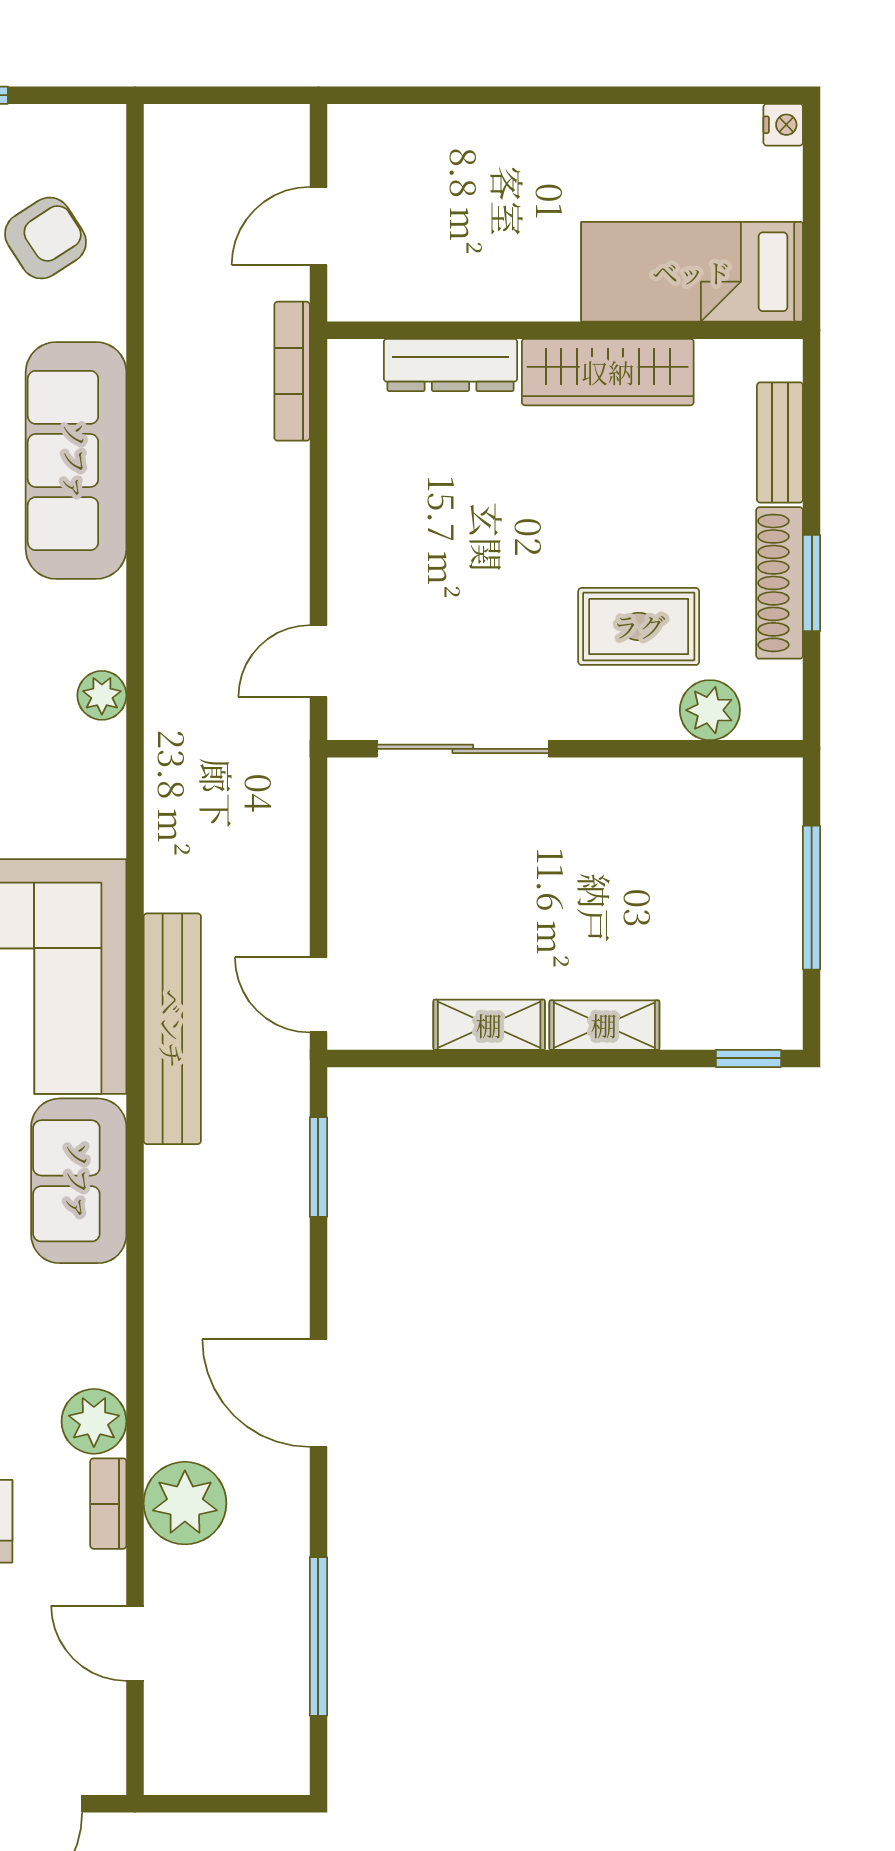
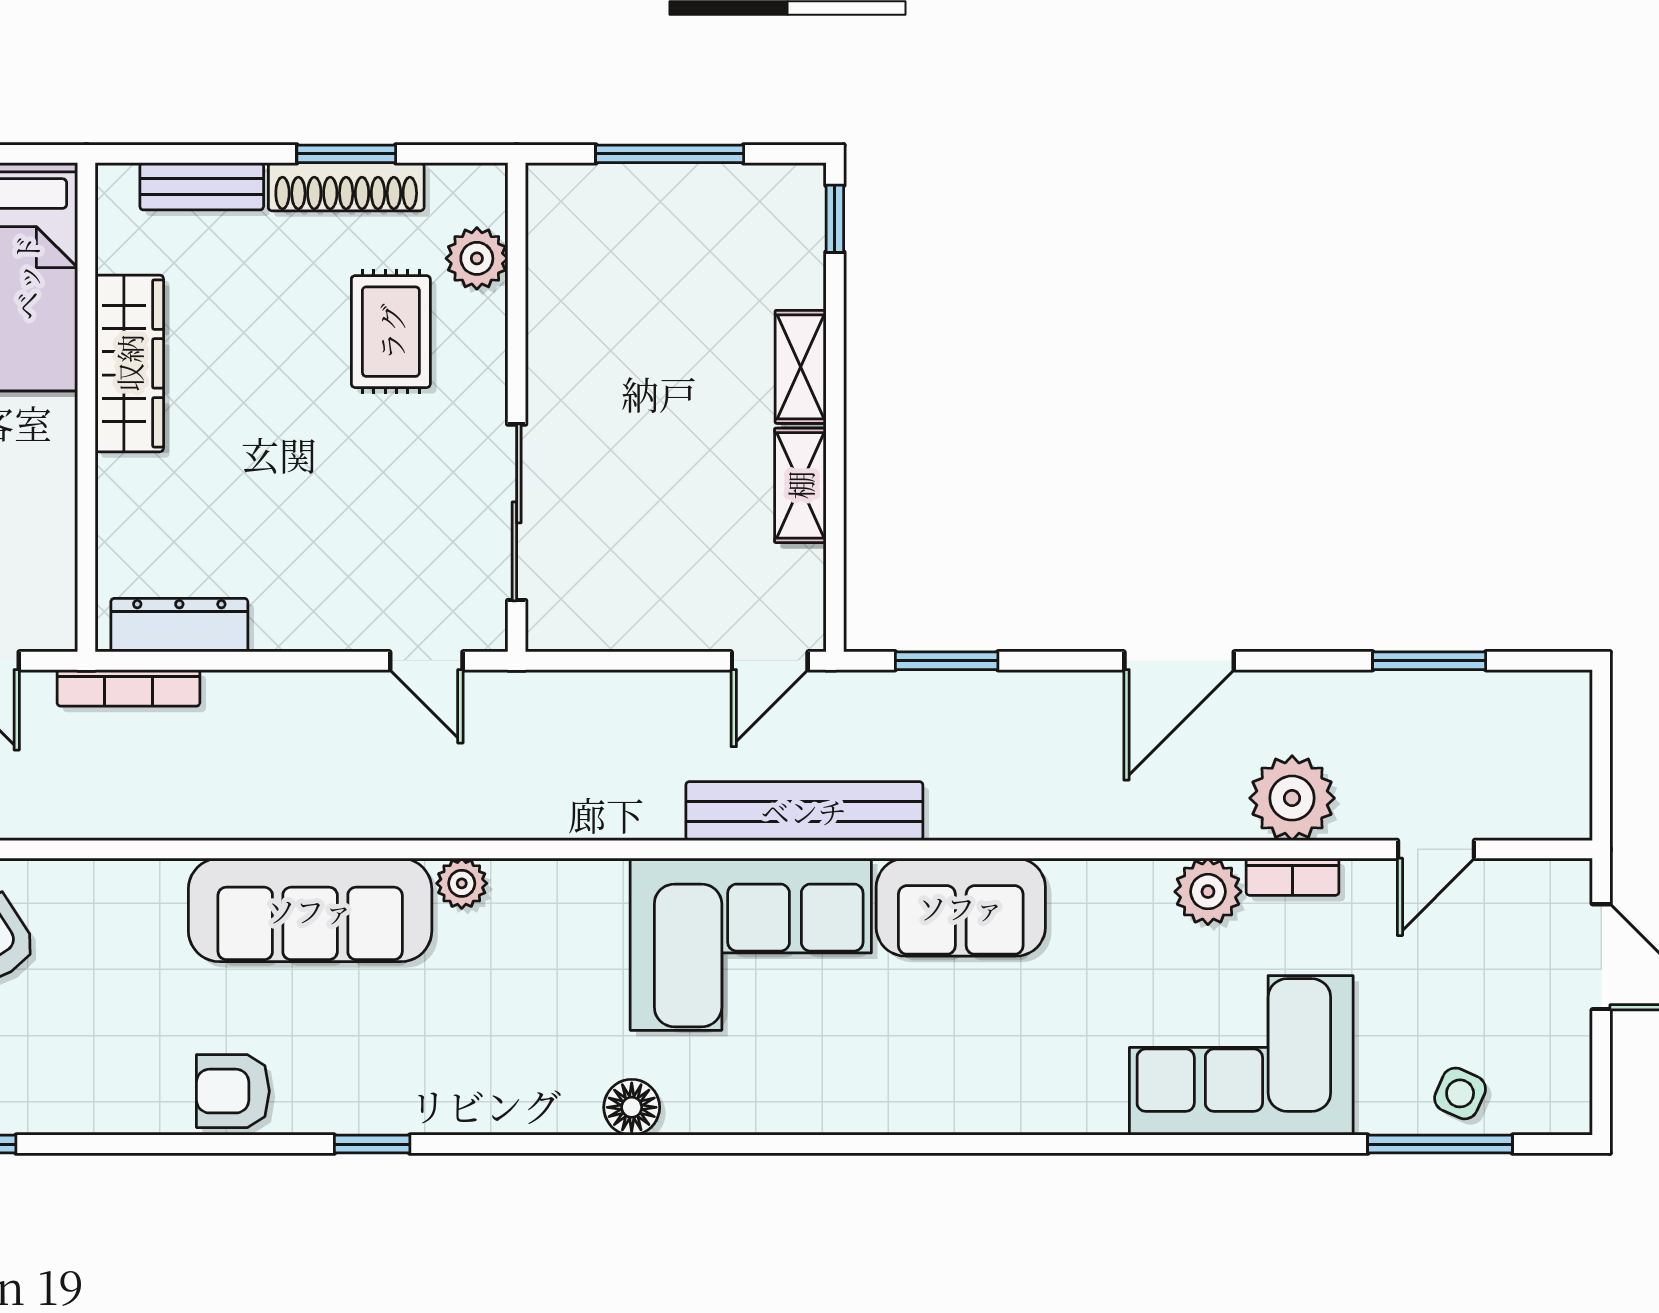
dresser: (451, 365) -> (179, 625), moved, turned -90
sofa: (76, 461) -> (310, 910), moved
window: (318, 1636) -> (1429, 661), width x0.69

